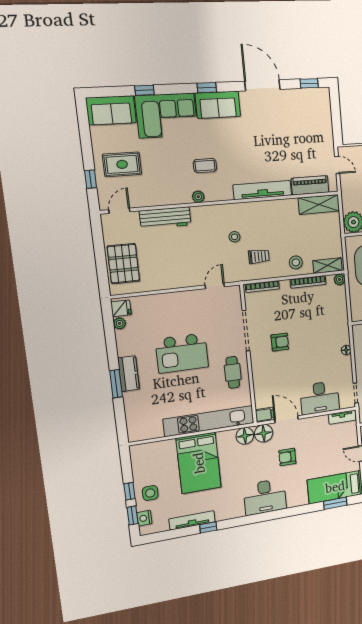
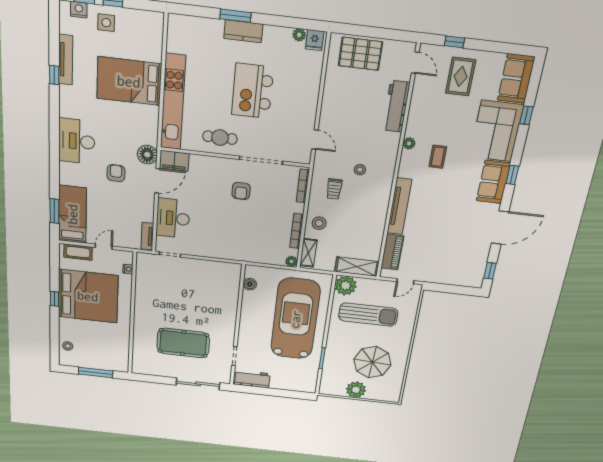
shelving: (319, 204) -> (357, 267), moved, turned 90
floor lamp: (346, 350) -> (217, 254), removed
filing cabinet: (265, 415) -> (174, 161), width x2.00
floor lamp: (245, 436) -> (149, 135), removed

